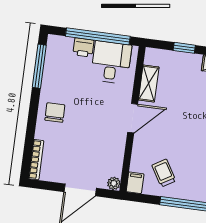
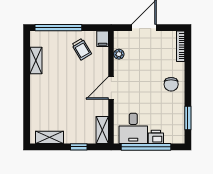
window: (39, 66) -> (188, 118), width x0.69
shelving: (149, 84) -> (102, 130), moved
plant: (114, 183) -> (119, 54), moved

